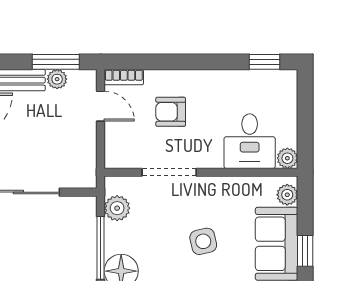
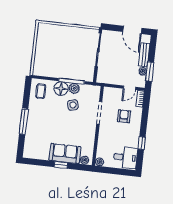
window: (265, 62) -> (142, 143), moved
desk: (250, 141) -> (126, 157), moved, turned 180
plant: (117, 208) -> (74, 88), moved
side table: (203, 241) -> (73, 105), moved

